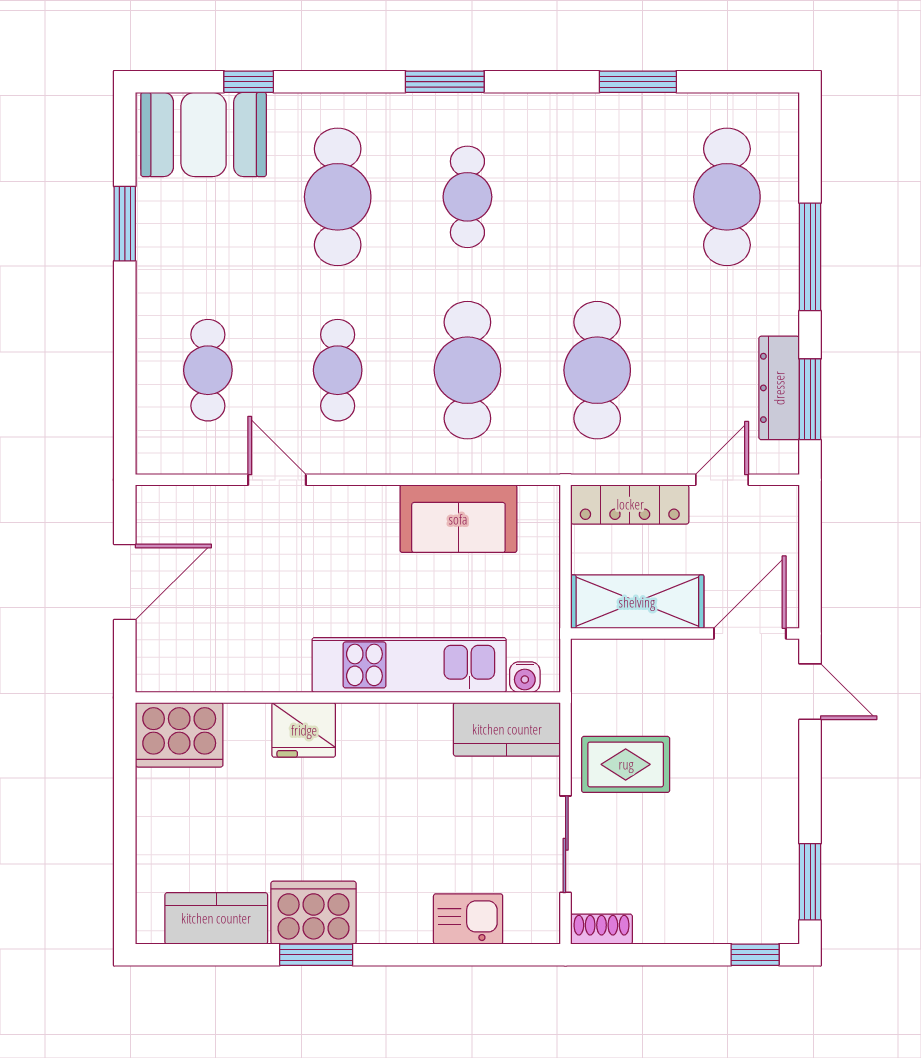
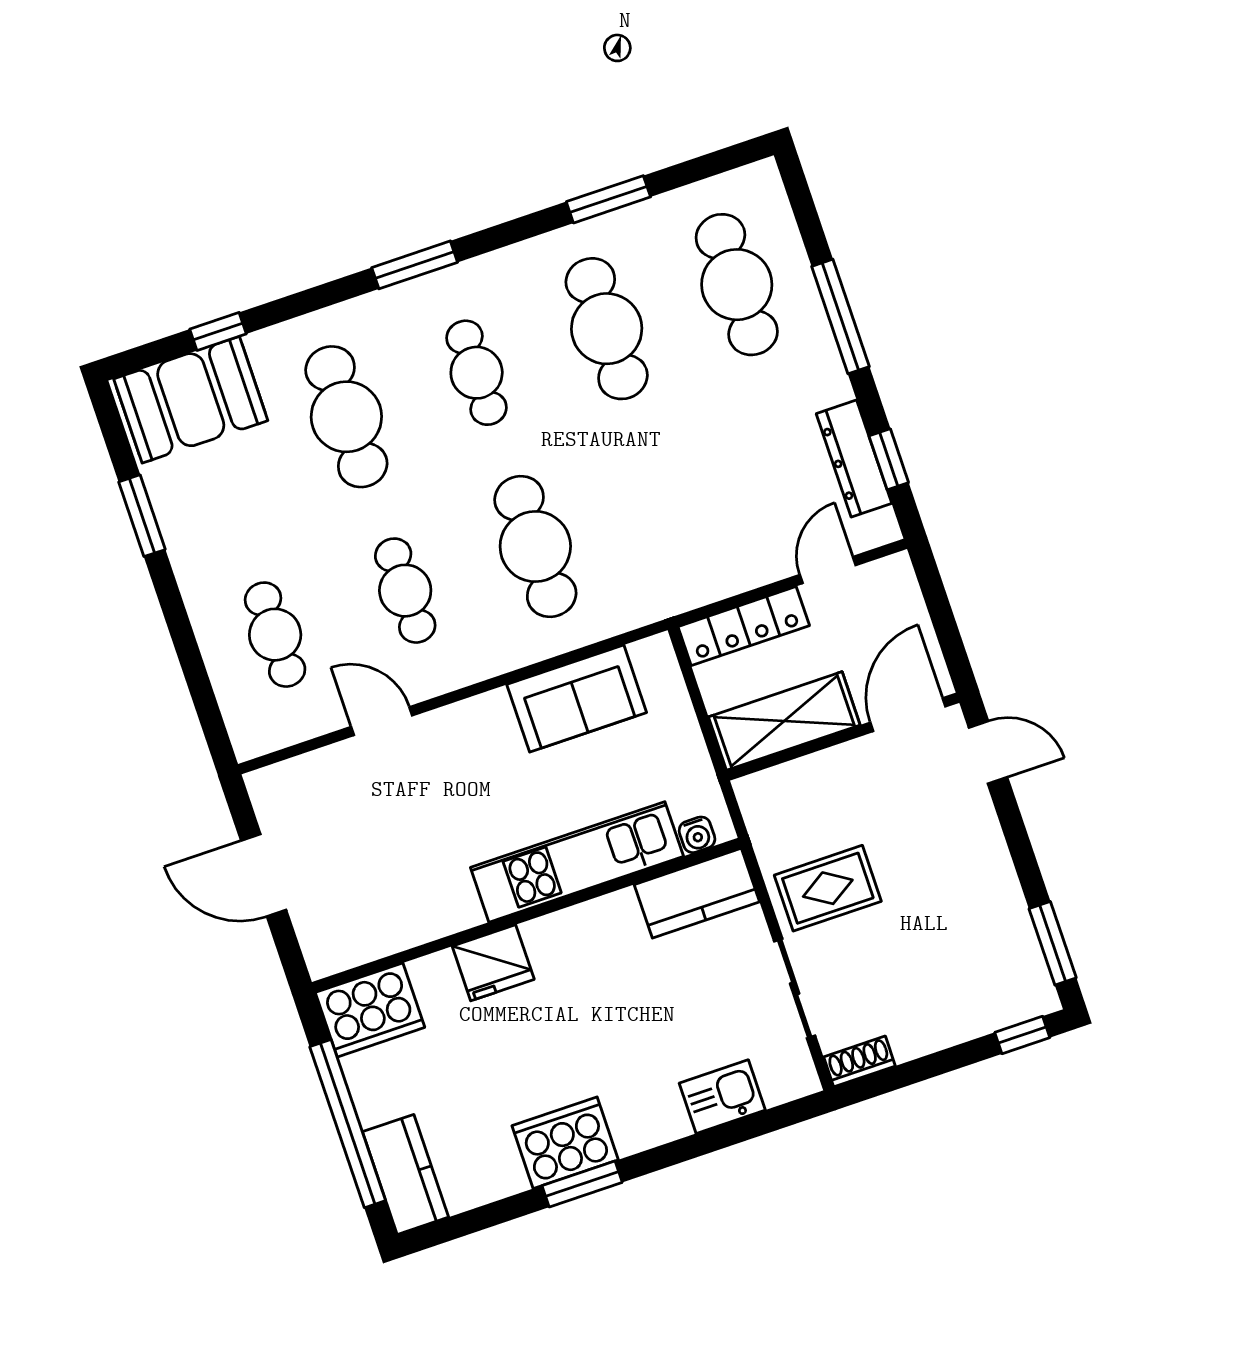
cafe table: (597, 370) -> (607, 329), moved
window: (810, 399) -> (889, 459), width x0.67
door: (125, 582) -> (264, 875), swing flipped
window: (125, 830) -> (348, 1124), added
kitchen counter: (216, 918) -> (406, 1174), moved, turned 90

